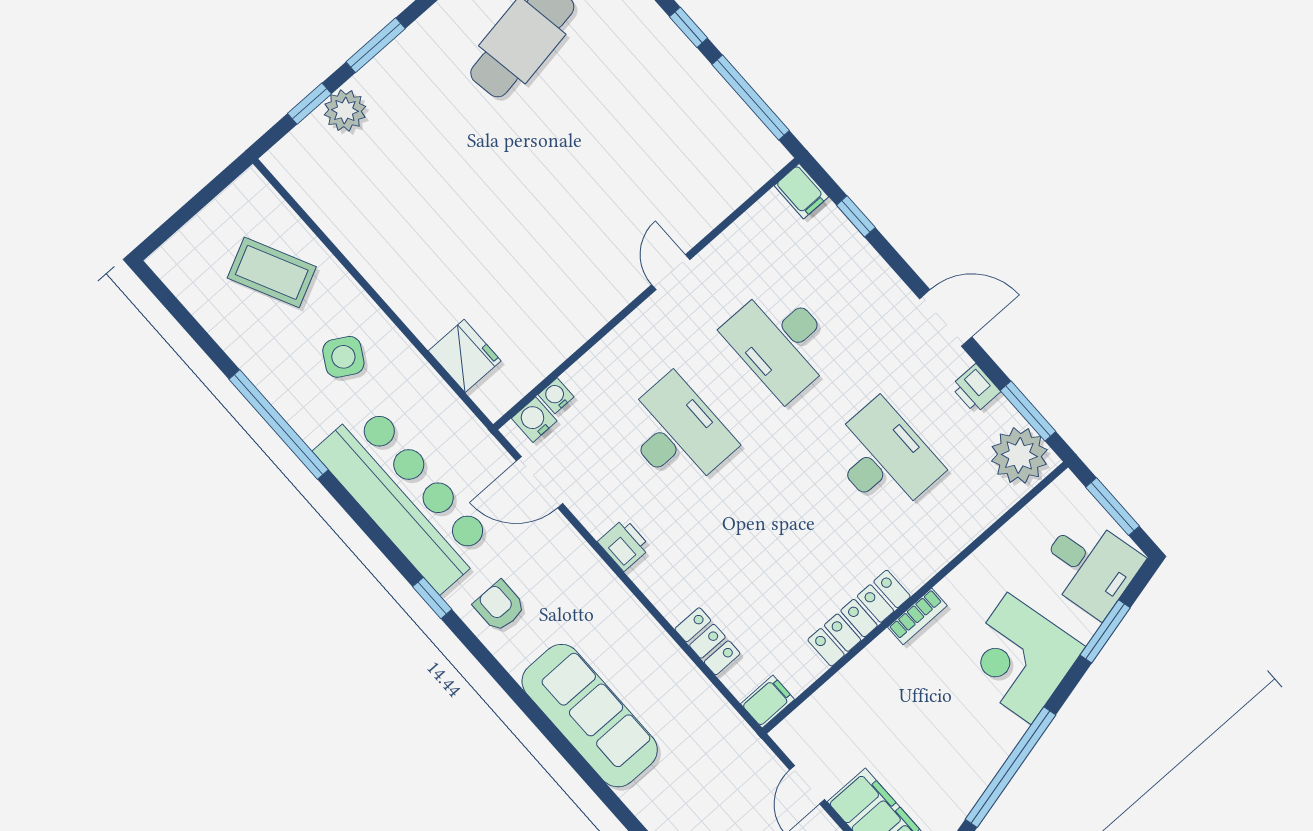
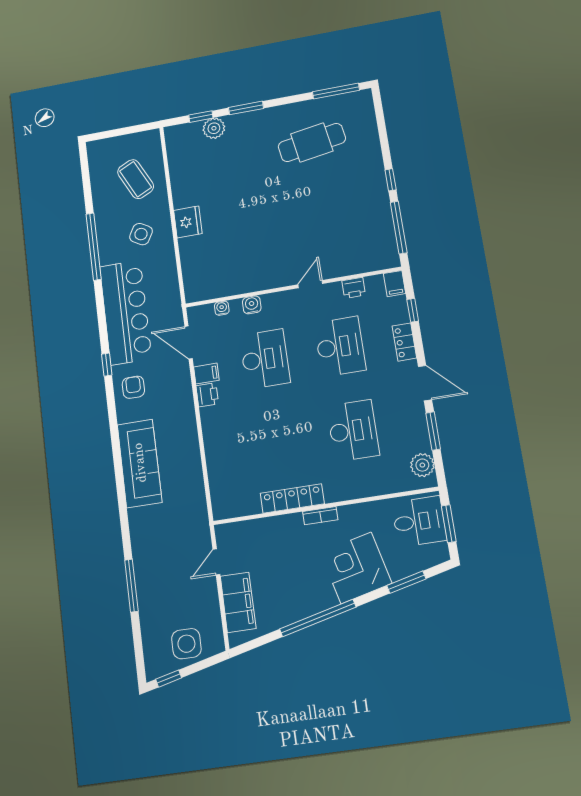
desk: (781, 342) -> (340, 347), turned 180
fridge: (465, 356) -> (188, 222), moved
printer: (975, 389) -> (354, 288), moved, turned -90
window: (1028, 411) -> (433, 431), moved
water cooler: (534, 420) -> (252, 305), moved
plant: (1019, 455) -> (422, 465), width x0.73, depth x0.73
desk: (1090, 566) -> (419, 521), moved, turned -76
locker: (707, 641) -> (404, 342), moved, turned 180
filing cabinet: (768, 702) -> (206, 374), moved

